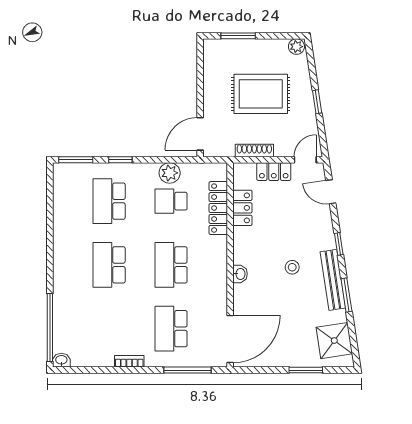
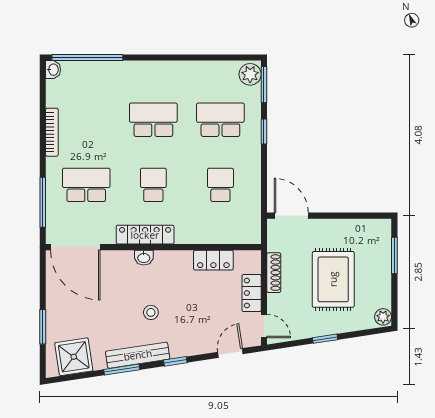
plant: (170, 173) -> (250, 74), moved
locker: (218, 208) -> (145, 235), moved
school desk: (171, 265) -> (153, 185), width x0.54
bookcase: (129, 361) -> (52, 132), width x1.56

